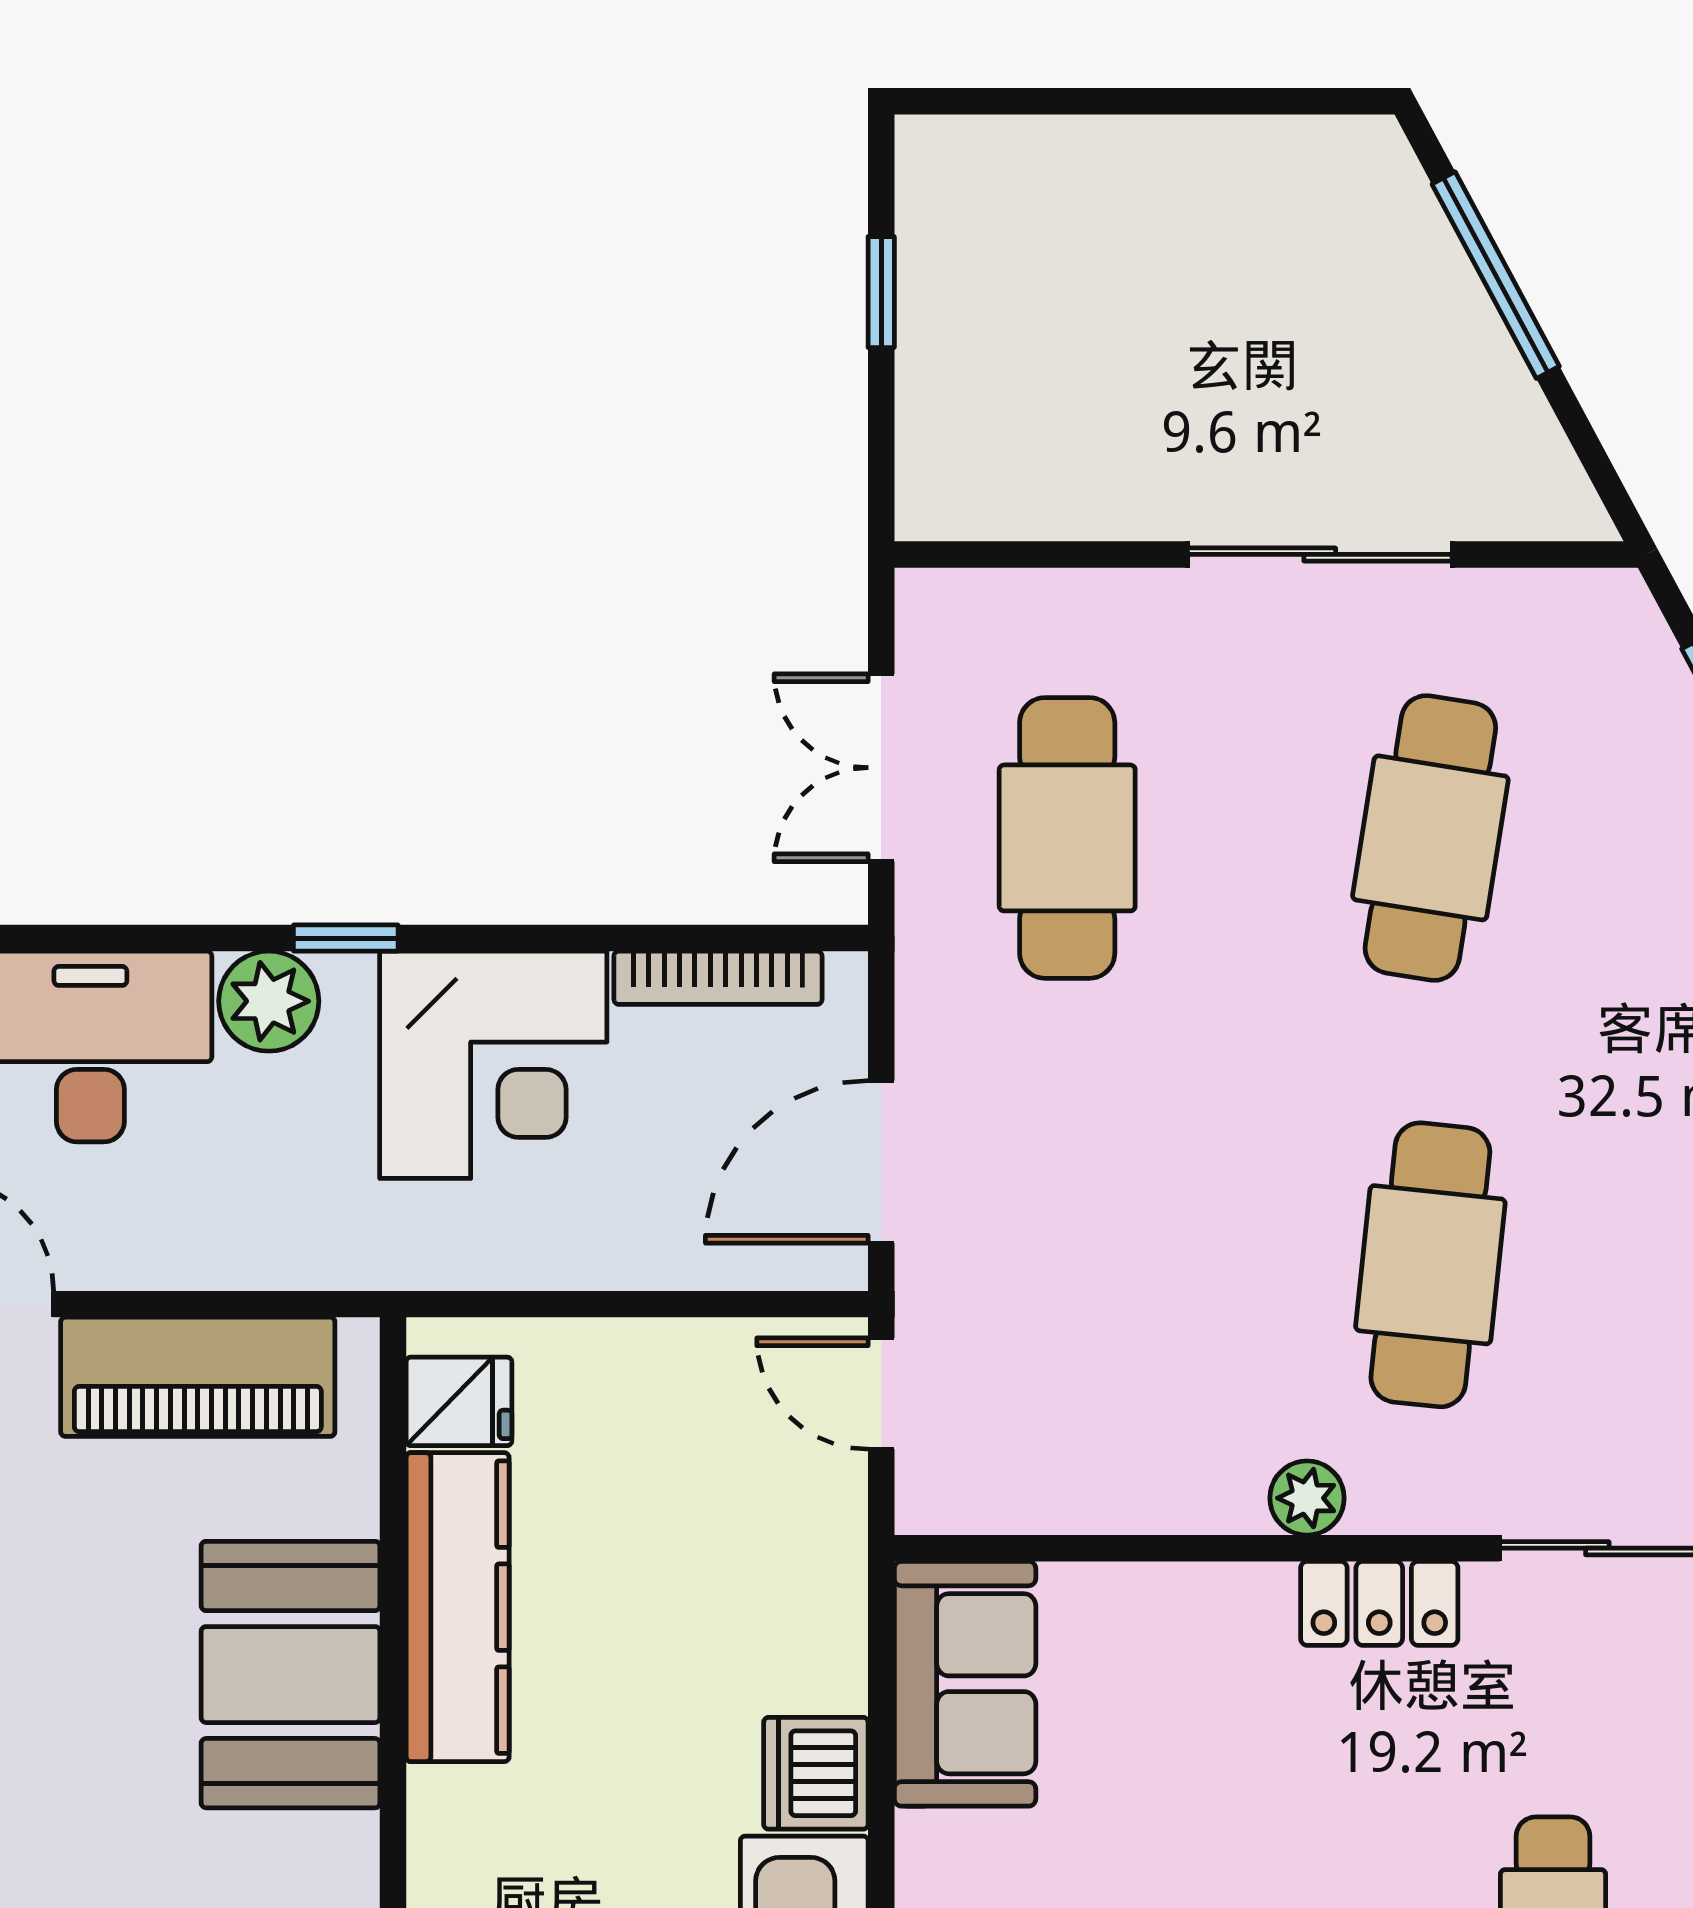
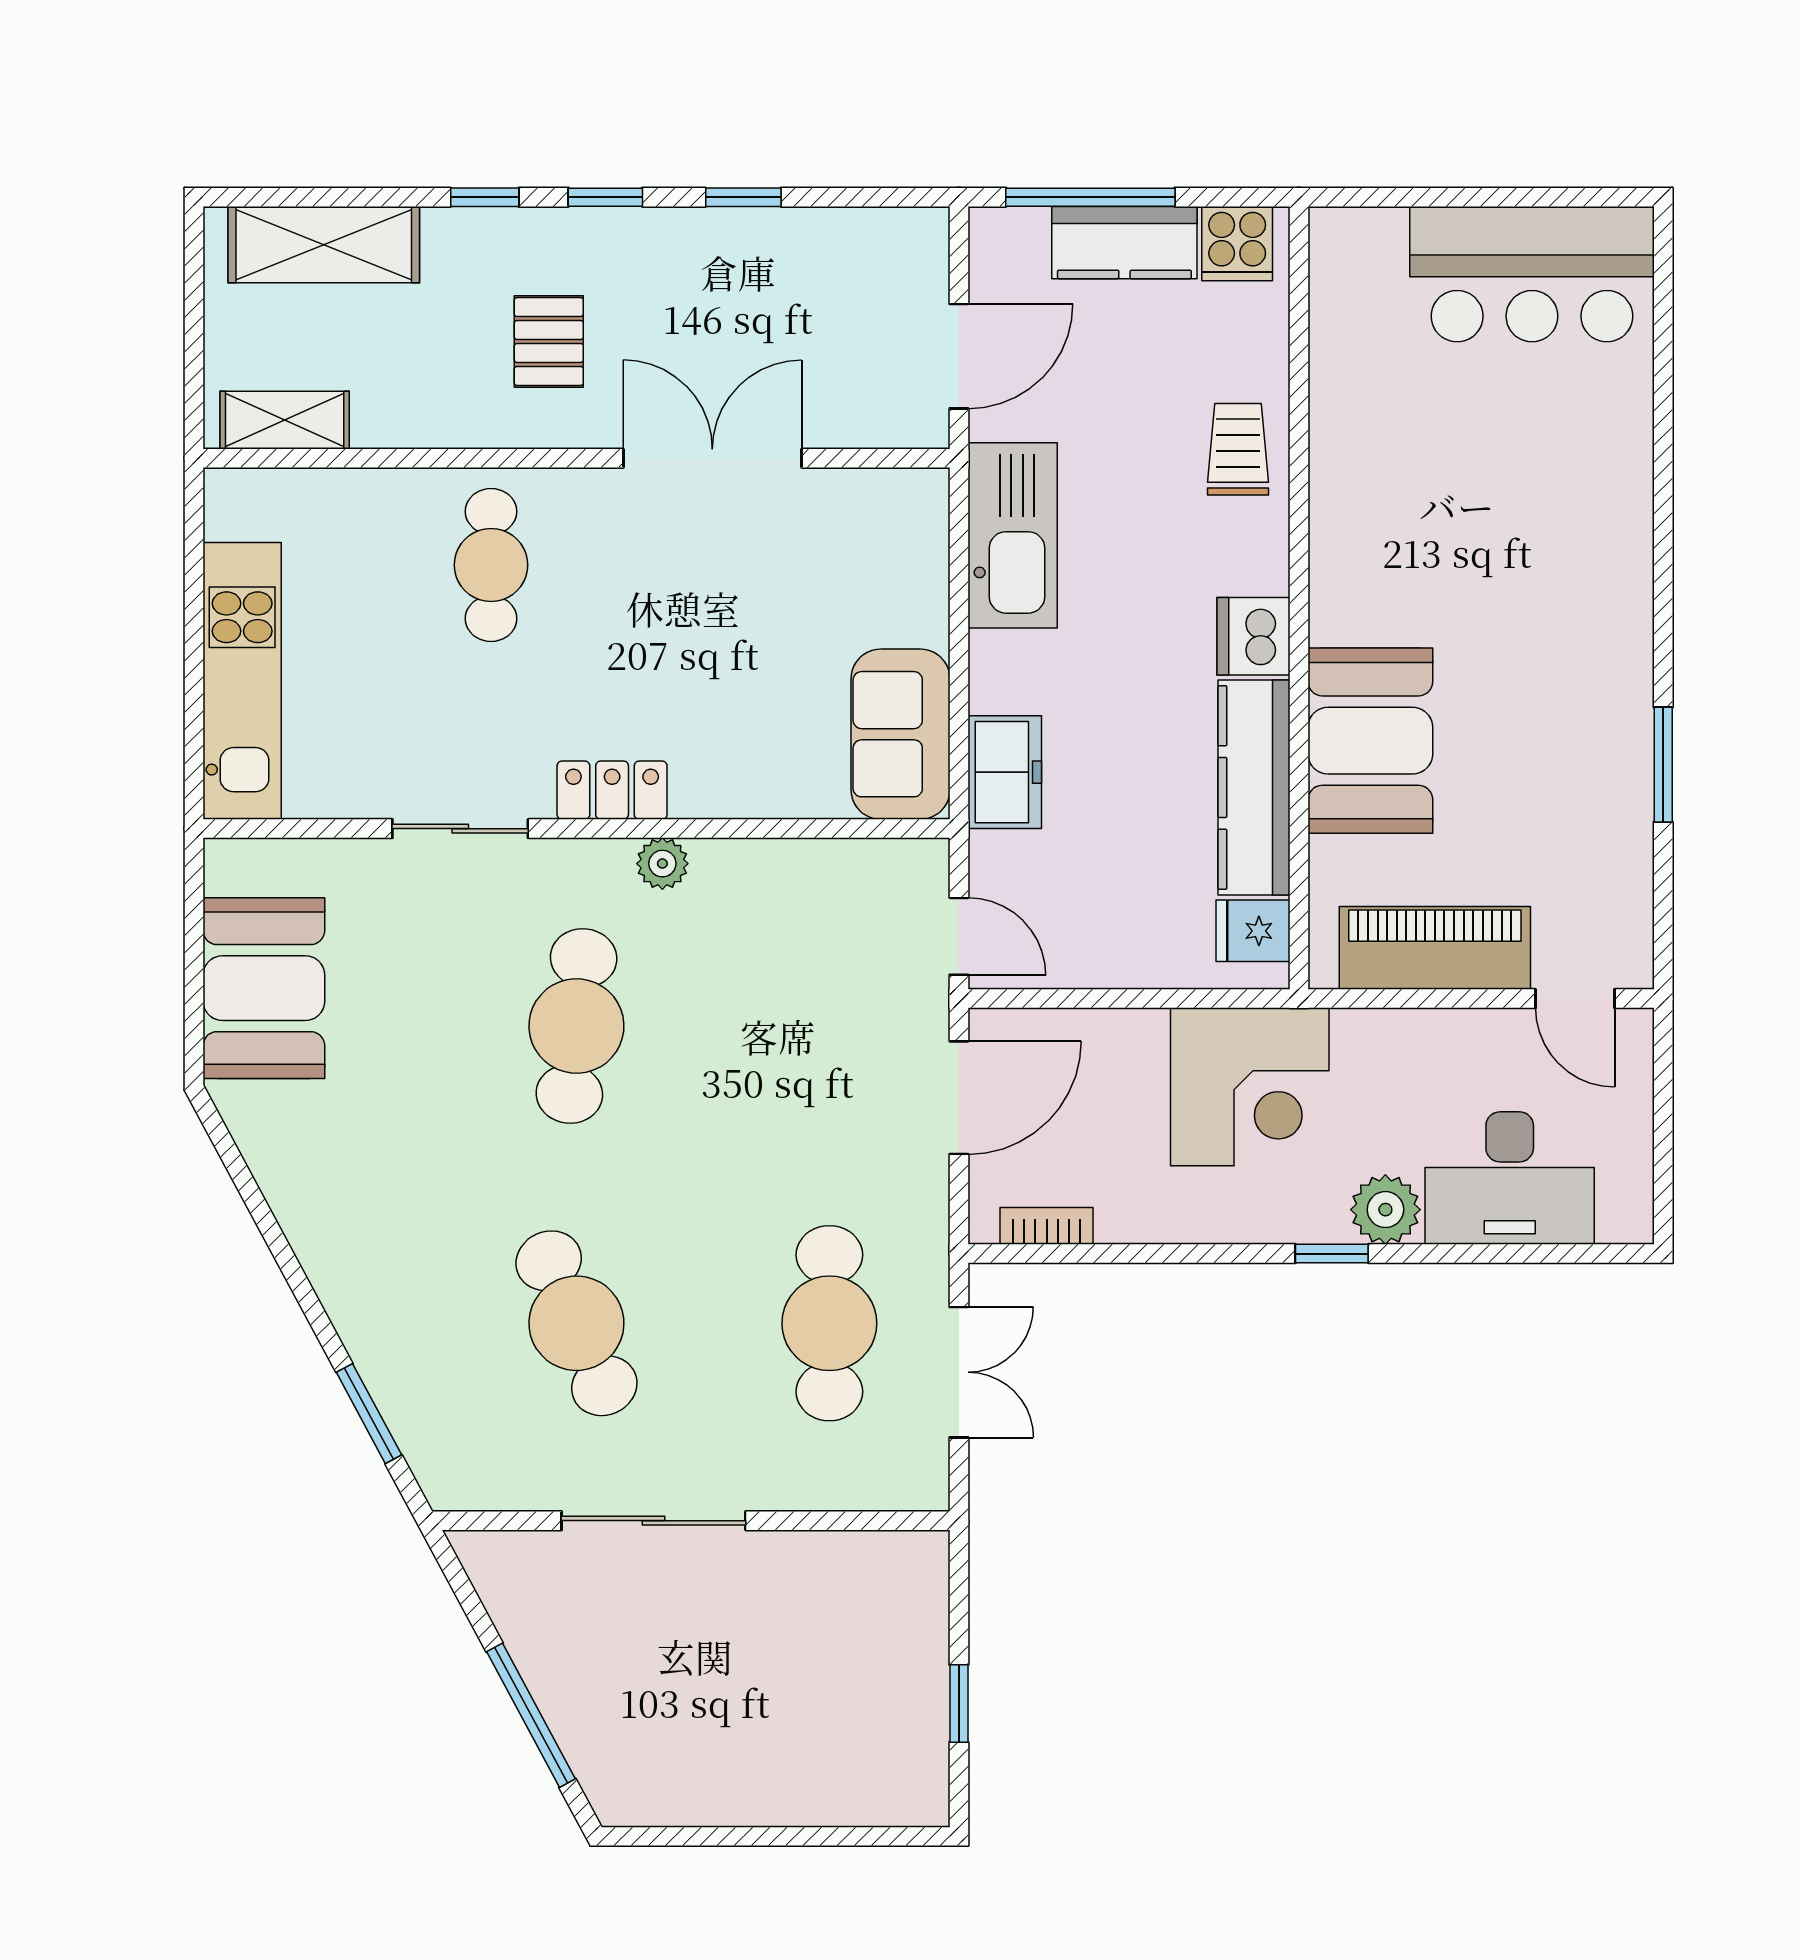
cafe table: (1430, 838) -> (576, 1323), turned -33
bookcase: (718, 978) -> (1047, 1226), width x0.64
corner desk: (493, 1065) -> (1250, 1087), moved, turned 180
freezer: (815, 1629) -> (1005, 772), added
dishwasher: (816, 1773) -> (1253, 636), moved, turned 180

